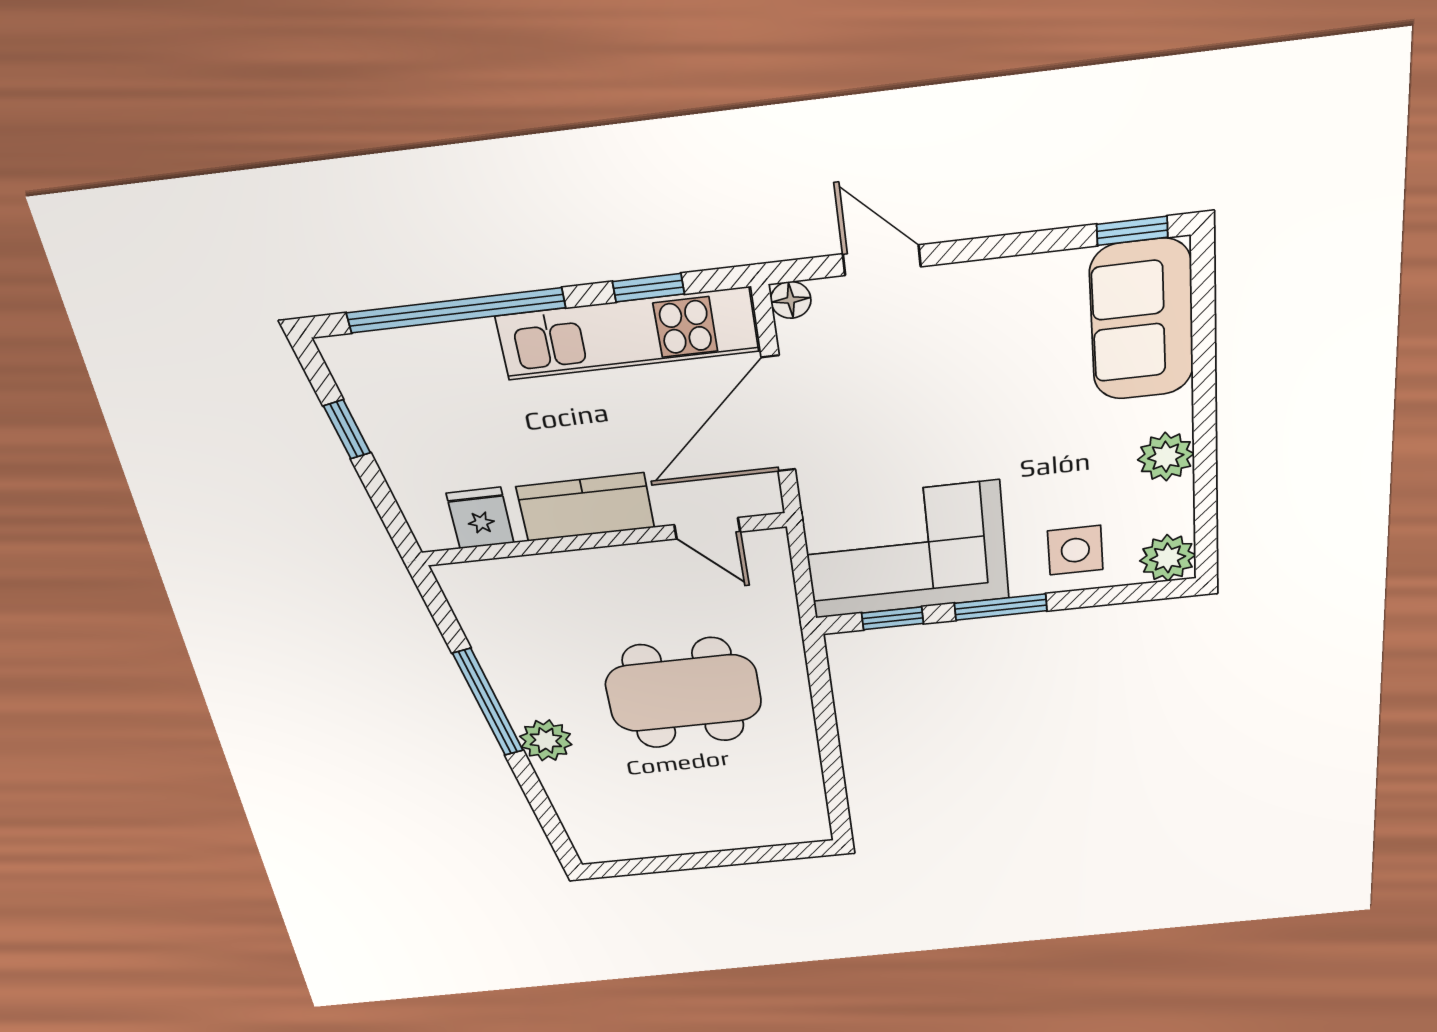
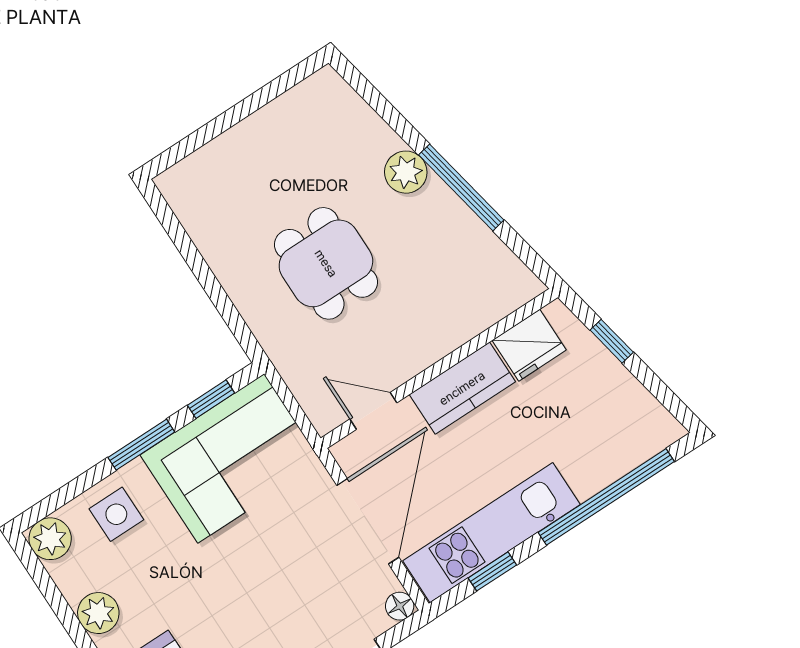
window: (347, 429) -> (612, 341), moved
fridge: (480, 518) -> (529, 345), width x1.38
dining table: (683, 693) -> (326, 263), width x0.73

